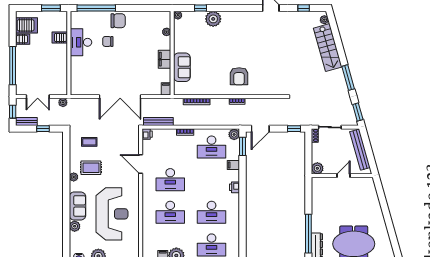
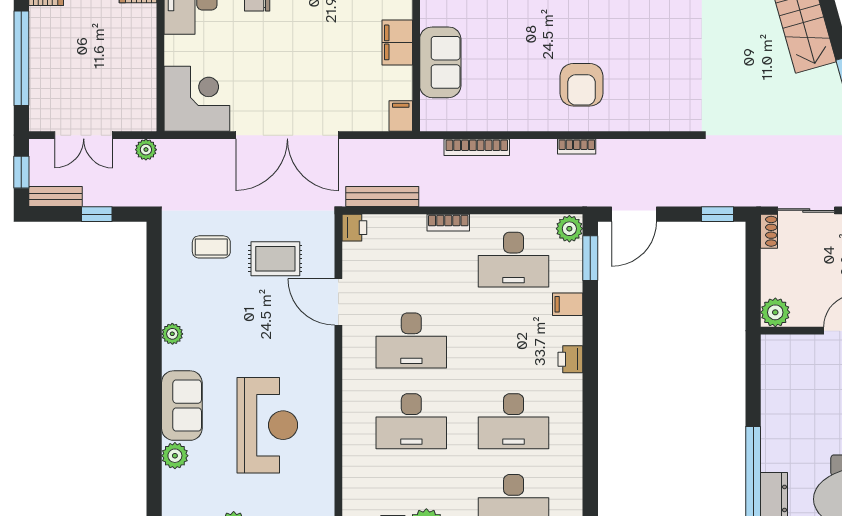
corner desk: (84, 82) -> (197, 99), added
rug: (91, 168) -> (275, 259), moved
reception desk: (112, 214) -> (267, 425), width x0.74, depth x0.77

